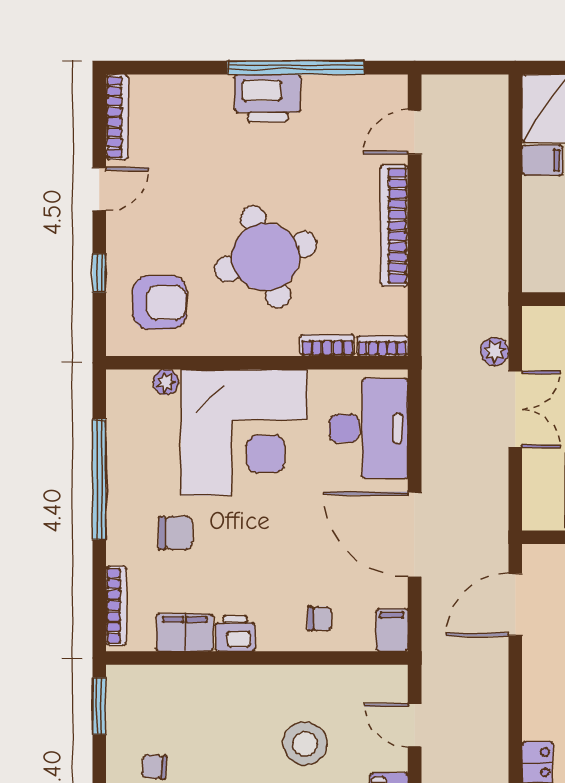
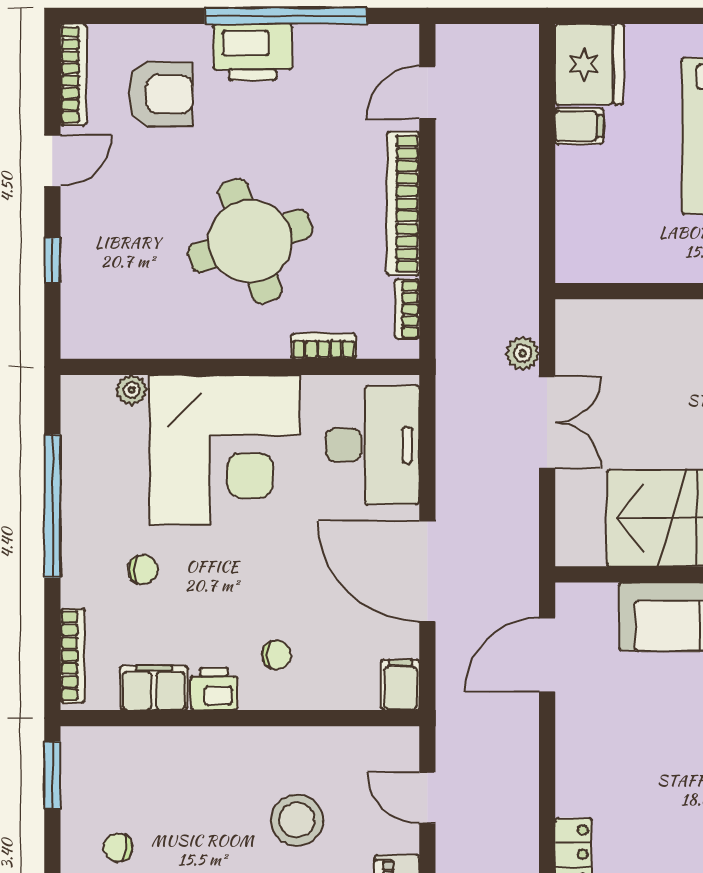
armchair: (160, 302) -> (161, 94), moved
bookcase: (382, 346) -> (407, 309), moved, turned -90
chair: (175, 533) -> (143, 569), width x0.73, depth x0.73
chair: (320, 619) -> (276, 655), moved

